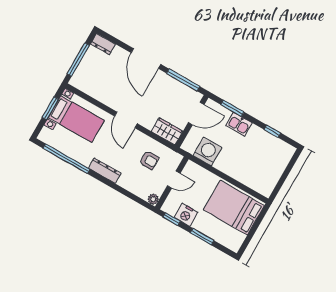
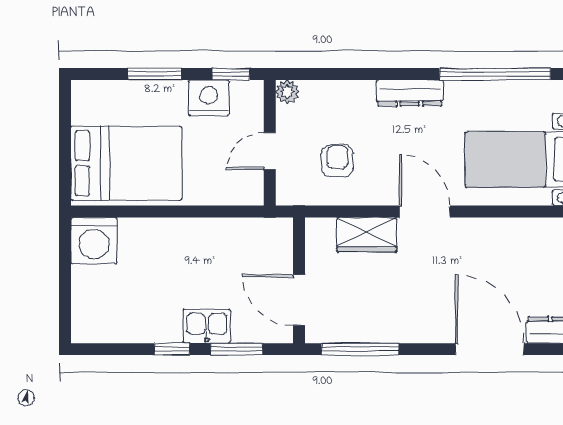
door: (146, 59) -> (490, 349), moved
door: (196, 114) -> (299, 300), hinge flipped
wardrobe: (167, 131) -> (367, 235), moved
window: (272, 131) -> (172, 349), moved
washing machine: (207, 151) -> (94, 241), moved
armchair: (149, 160) -> (337, 161), turned 90

